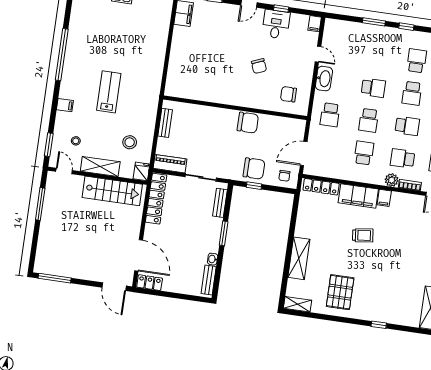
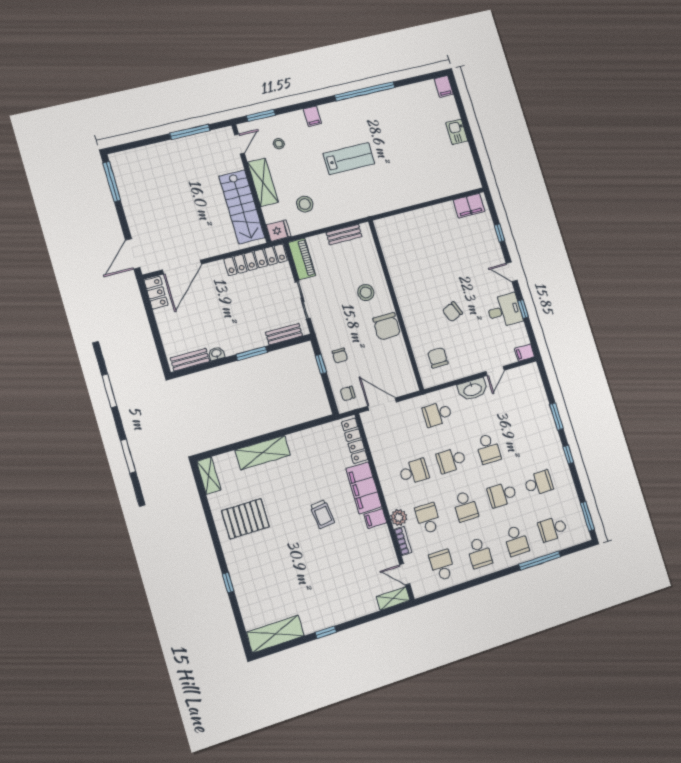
stool: (216, 127) -> (366, 293), added
chair: (254, 169) -> (340, 356), width x0.54, depth x0.54

